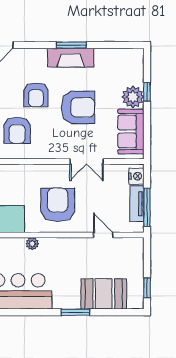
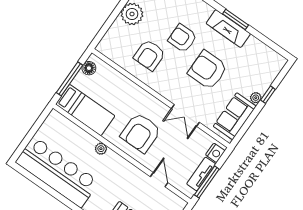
armchair: (36, 95) -> (182, 38), turned 90
plant: (133, 97) -> (256, 98), width x0.53, depth x0.53
armchair: (78, 107) -> (208, 70), turned 180
armchair: (58, 205) -> (141, 133), turned 180

